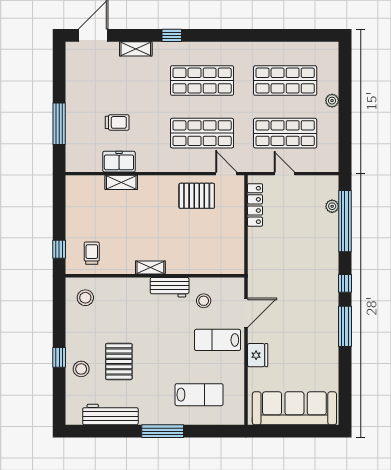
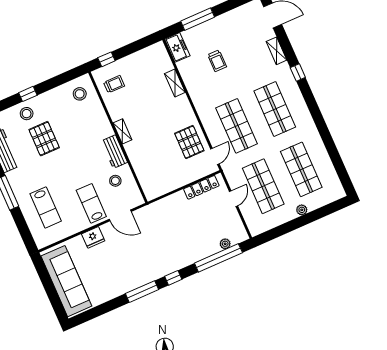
freezer: (119, 162) -> (177, 47), moved
pallet: (119, 361) -> (44, 139), turned 90

